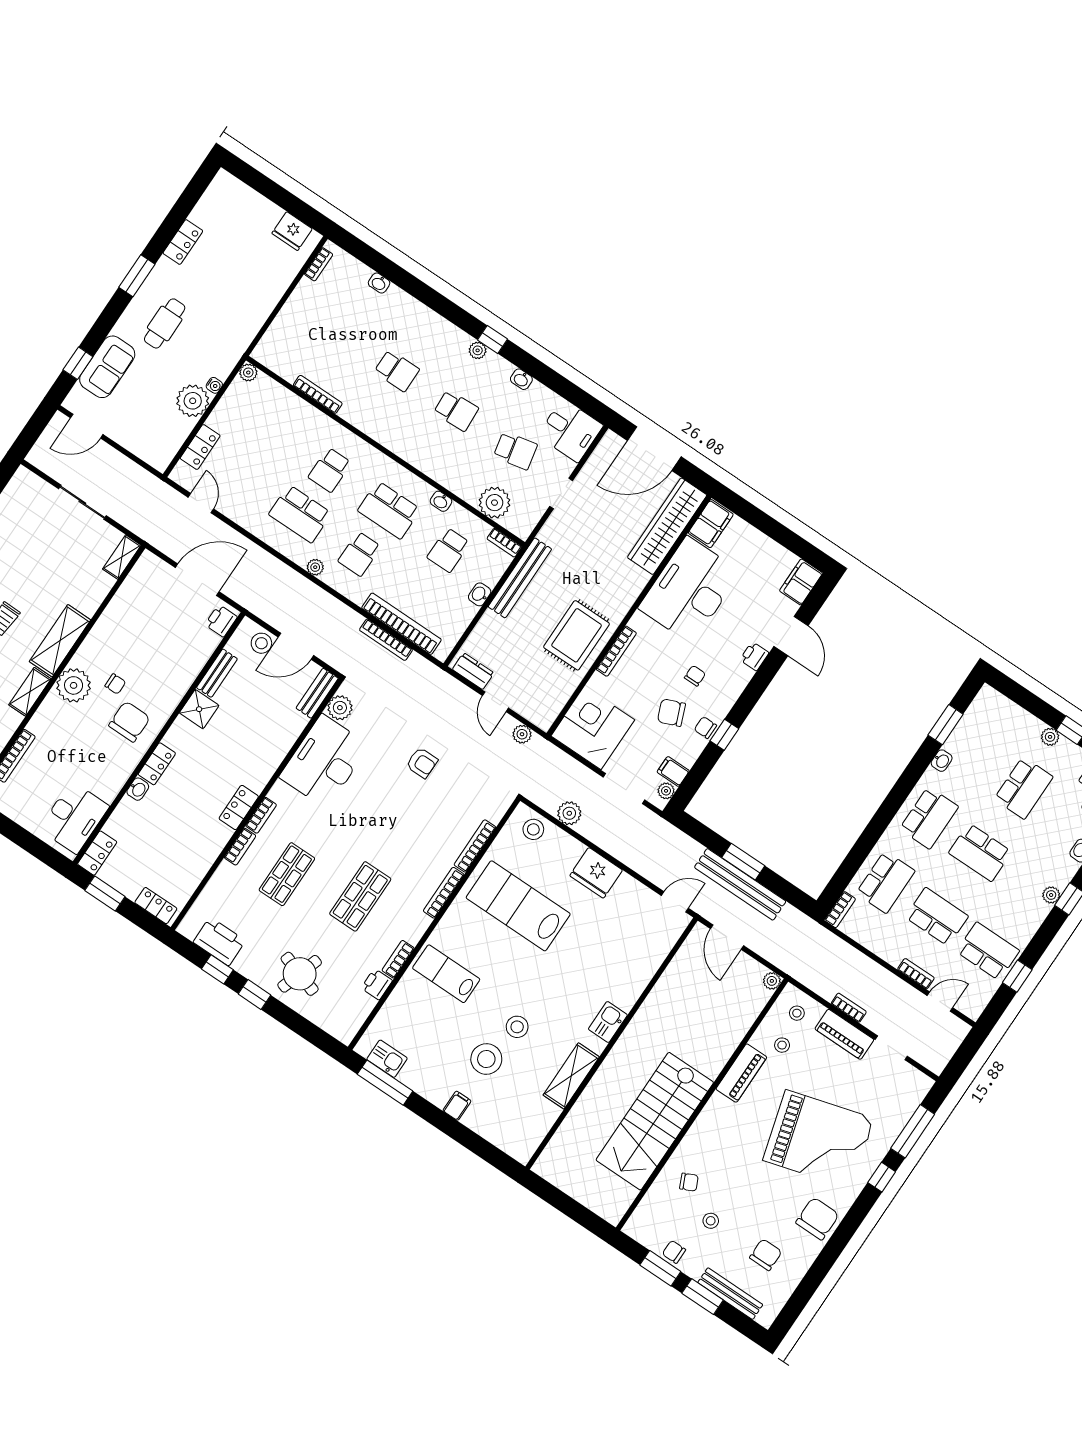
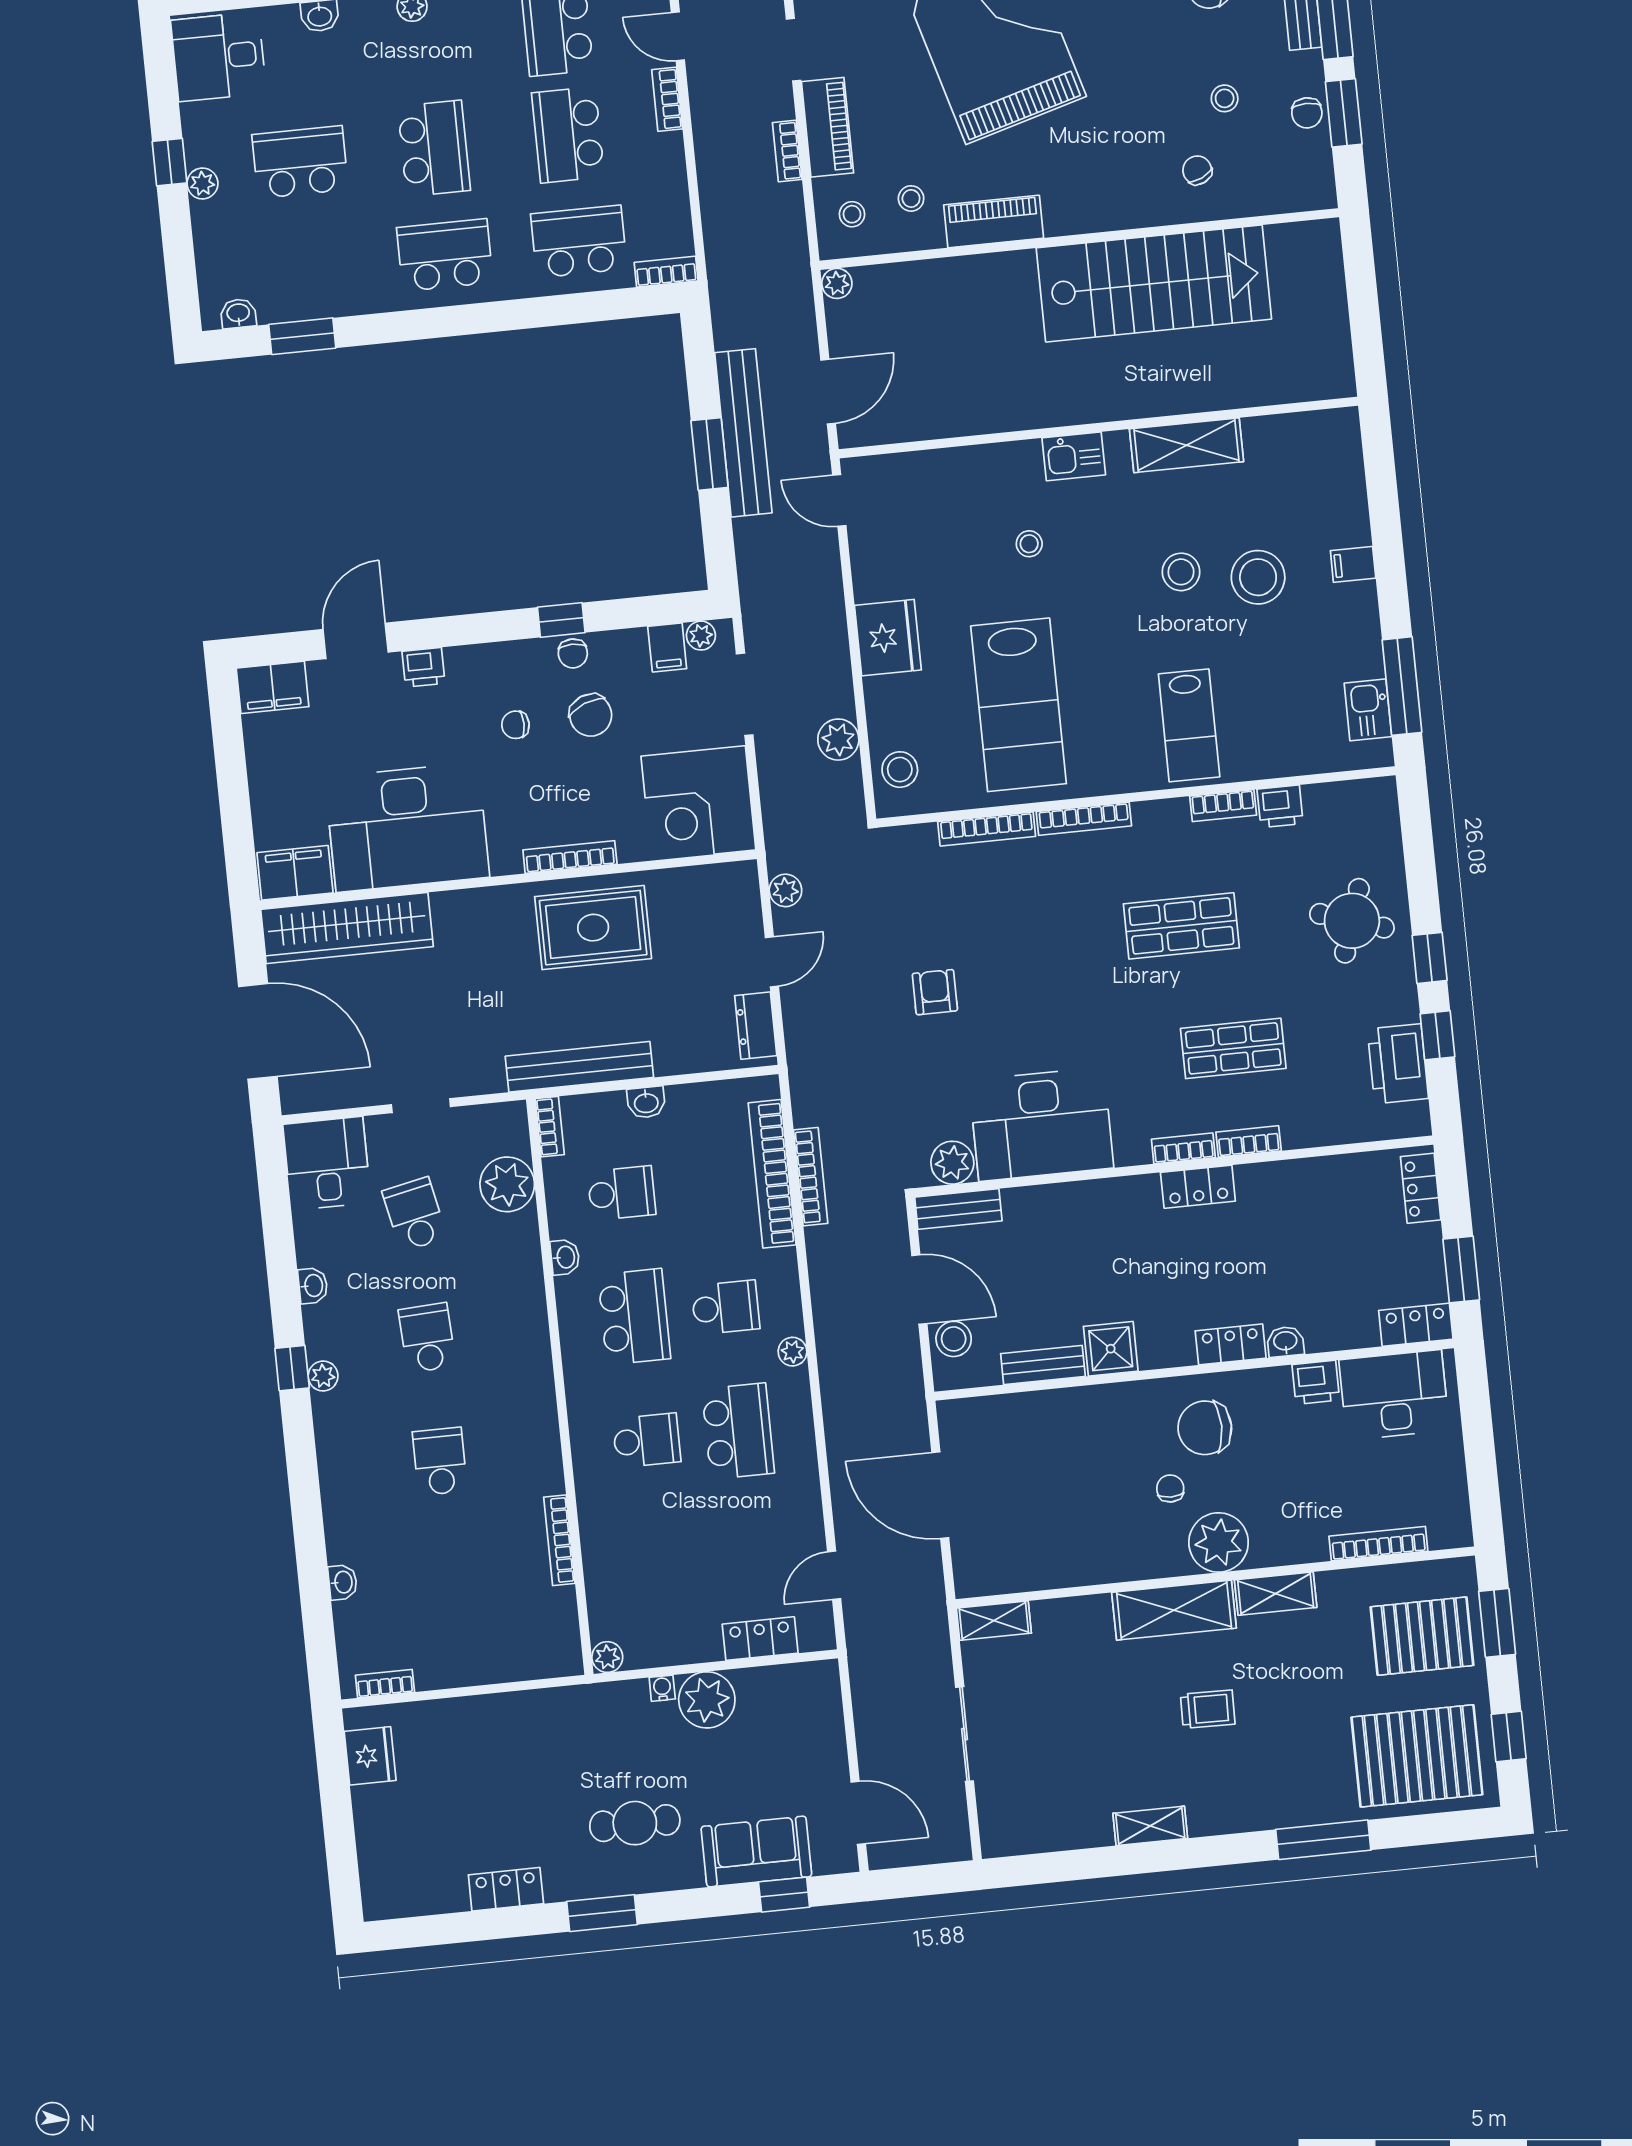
printer: (221, 621) -> (1316, 1382), moved
washbasin: (942, 761) -> (238, 313), moved
stool: (586, 970) -> (1029, 544), added

